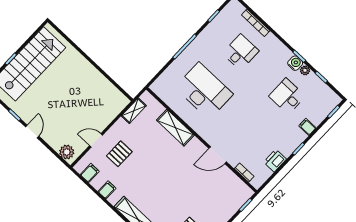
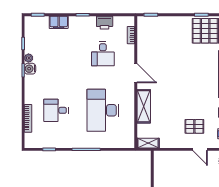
desk: (287, 96) -> (103, 54), moved
shelving: (134, 111) -> (148, 143), moved
filing cabinet: (307, 127) -> (59, 22), width x2.00
door: (218, 155) -> (136, 73), moved

